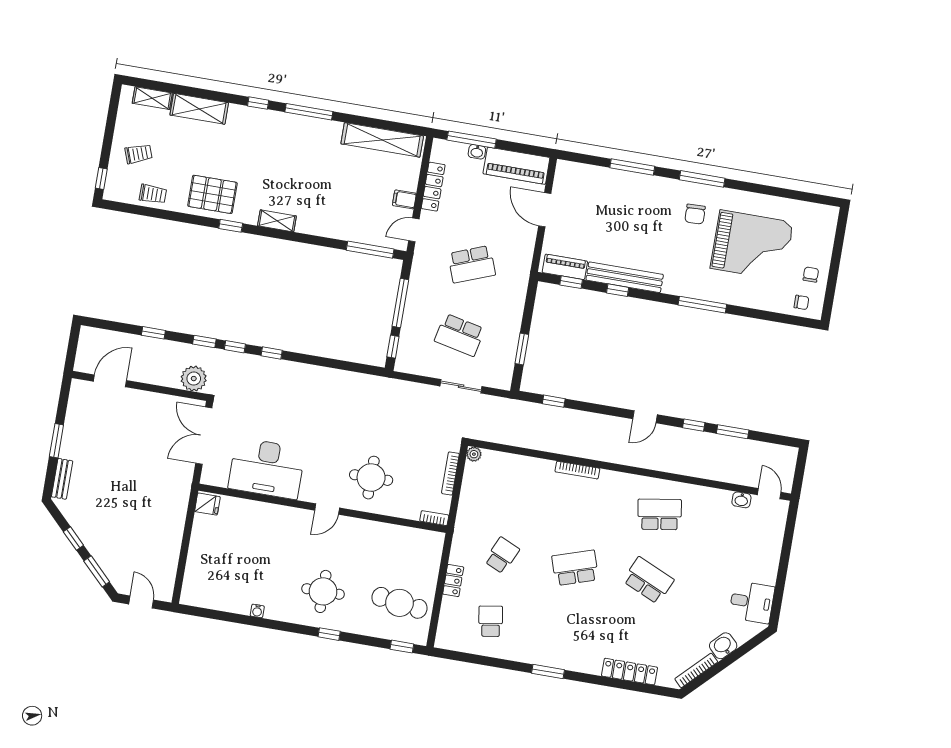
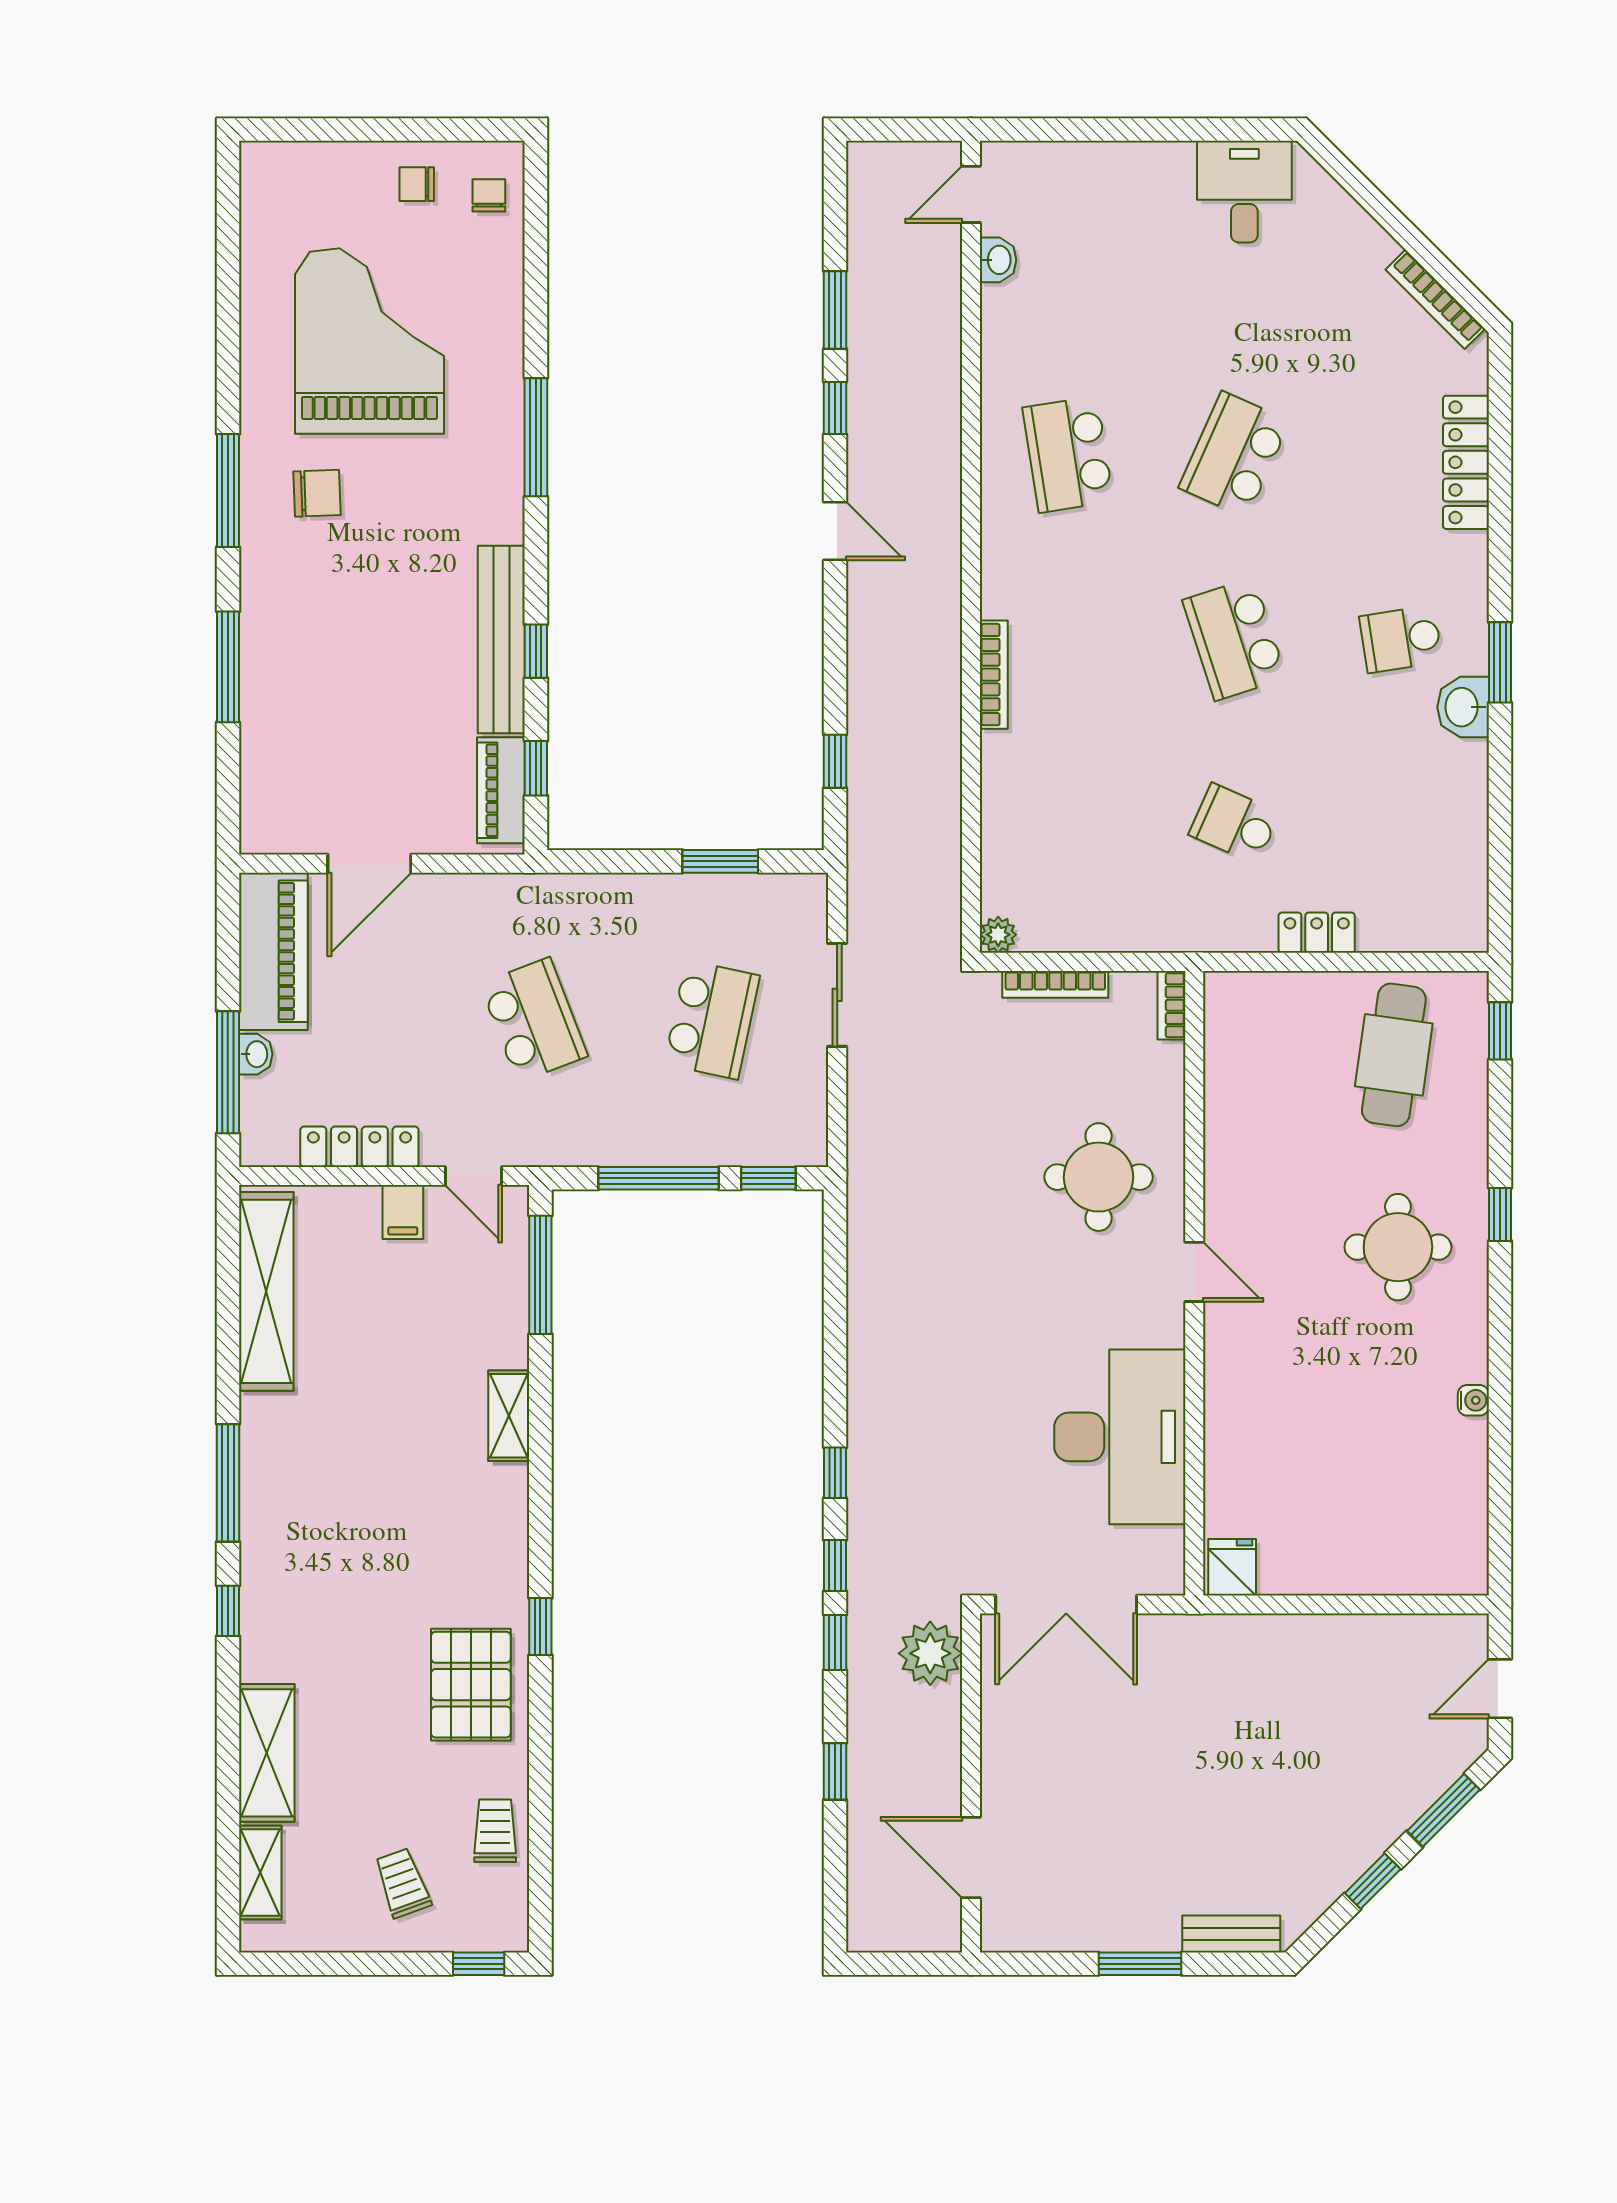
shelving: (277, 221) -> (509, 1416), moved
school desk: (491, 621) -> (1401, 639), moved
washbasin: (723, 646) -> (1463, 707), moved, turned 45

